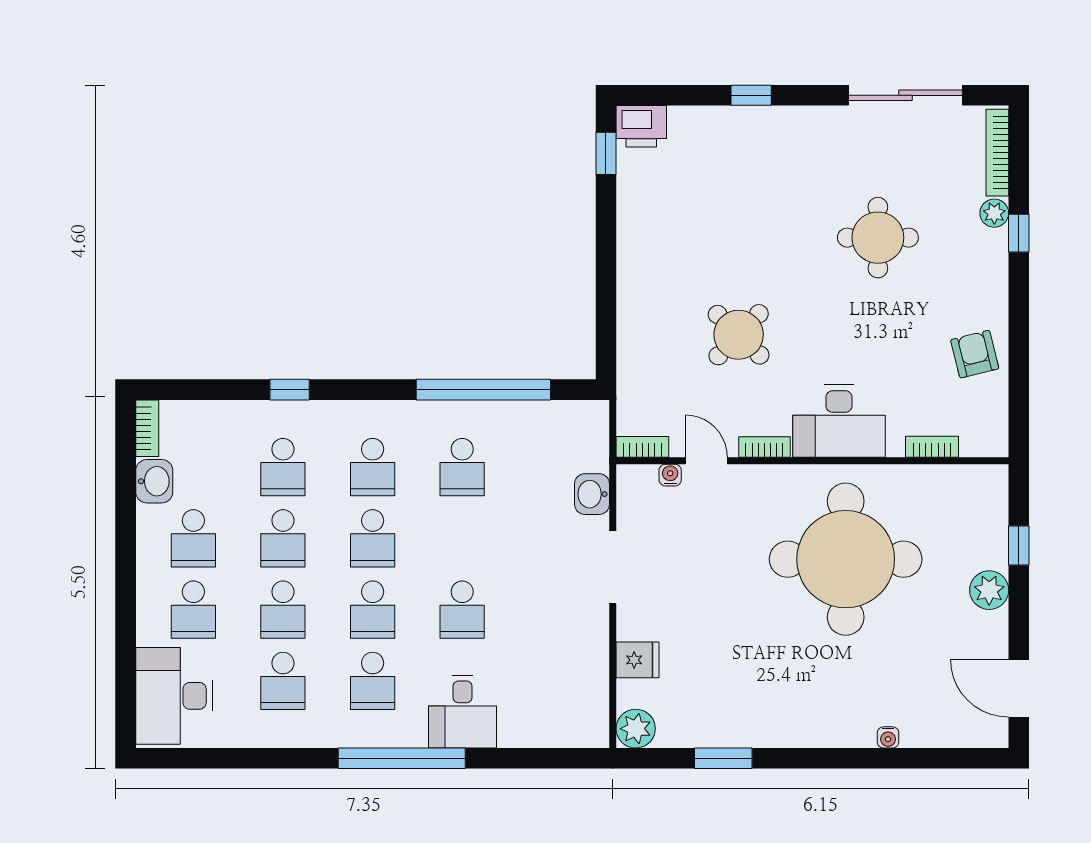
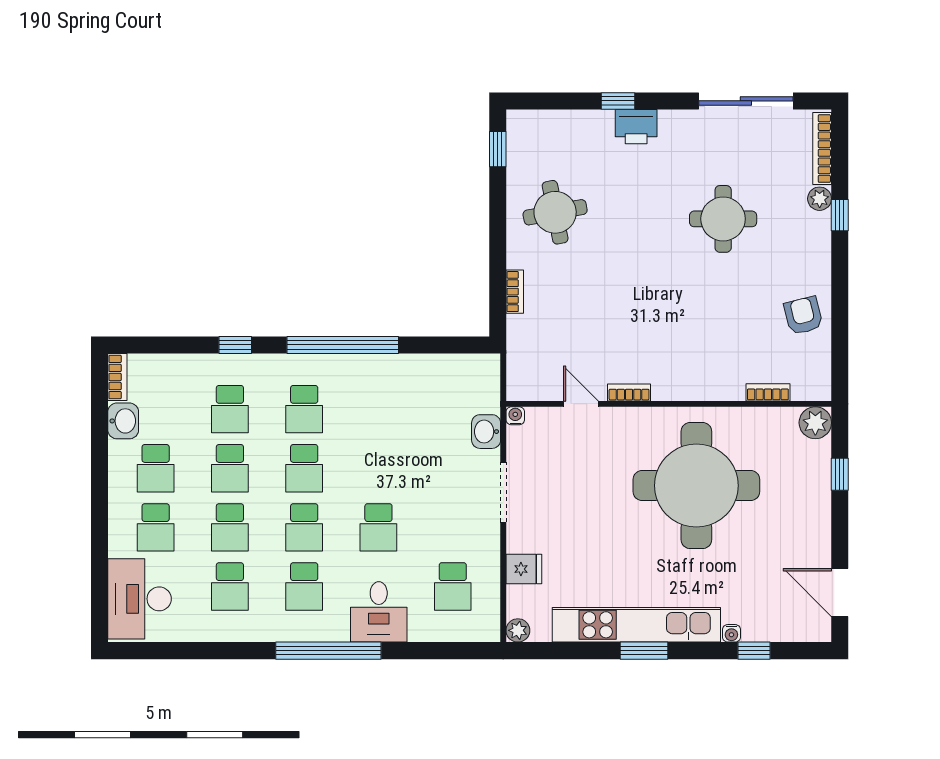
printer: (641, 126) -> (636, 127), moved
round table: (739, 335) -> (555, 212), moved, turned 35
window: (483, 390) -> (343, 345), moved
desk: (839, 421) -> (691, 371), removed
bookcase: (642, 447) -> (515, 292), moved, turned 90
school desk: (462, 467) -> (453, 586), moved
water cooler: (670, 475) -> (515, 416), moved
plant: (989, 590) -> (815, 423), moved
kitchen unit: (773, 727) -> (636, 625), added
plant: (636, 729) -> (518, 630), width x0.73, depth x0.73
window: (723, 758) -> (644, 651), moved
window: (915, 758) -> (754, 651), added

